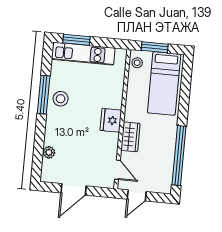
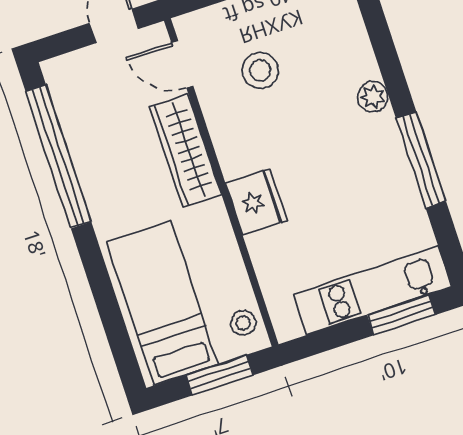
stool: (61, 99) -> (260, 70), moved
fridge: (111, 120) -> (256, 202), moved
wardrobe: (130, 137) -> (185, 151), width x1.50
plant: (49, 152) -> (373, 97), moved

